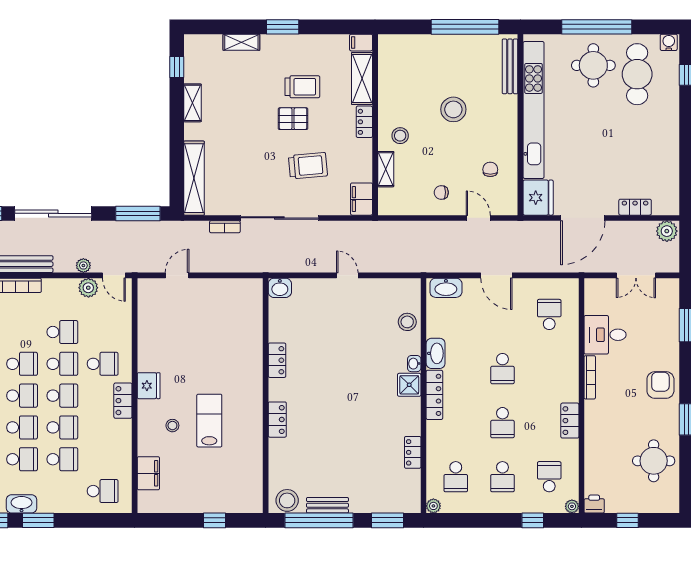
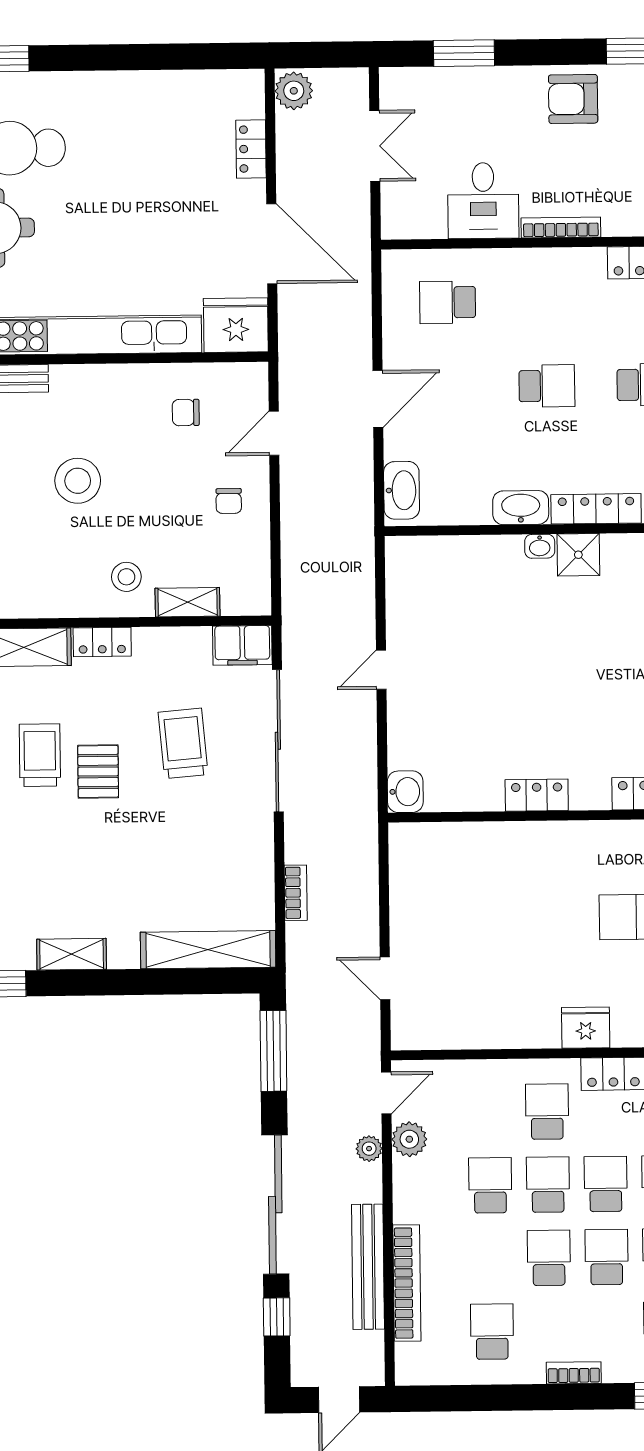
sliding door: (279, 218) -> (278, 741), moved
stool: (407, 322) -> (464, 560), removed

